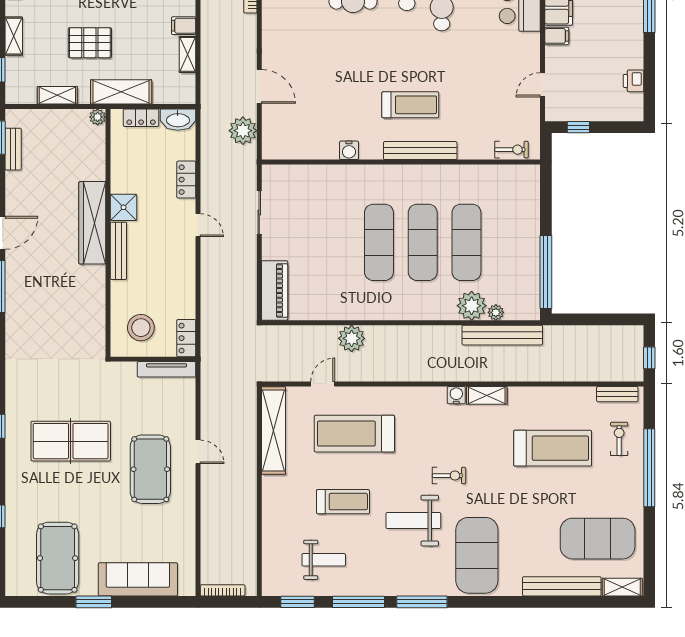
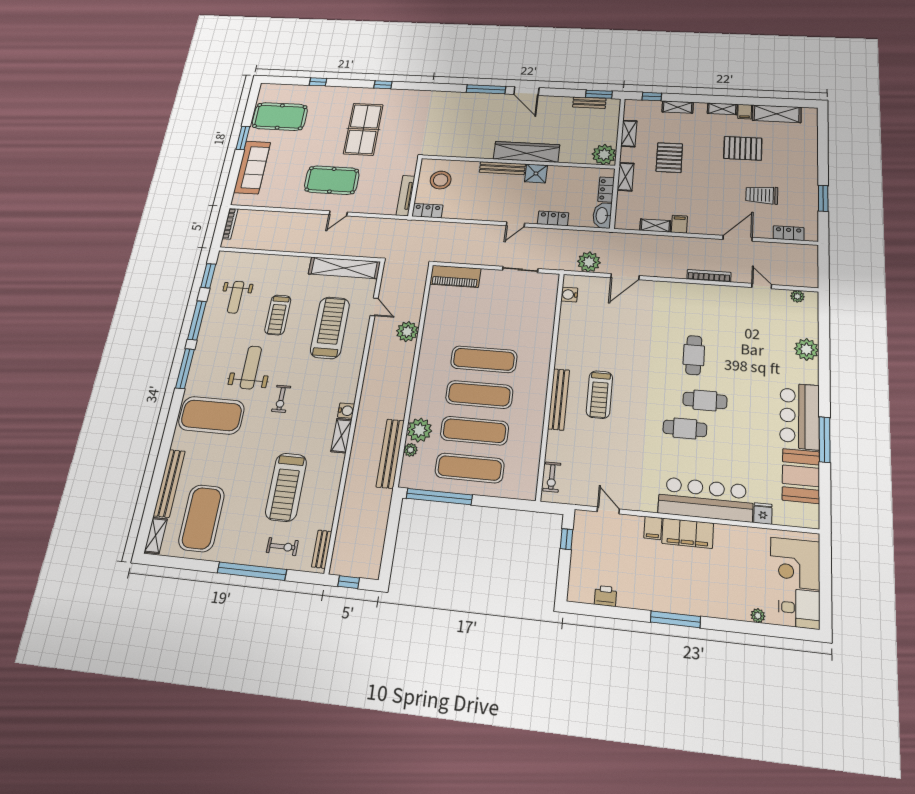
shelving: (121, 92) -> (626, 177), width x0.67, depth x0.75
plant: (98, 117) -> (604, 155), width x1.88, depth x1.88
water cooler: (349, 150) -> (569, 295), moved
exercise mat: (510, 242) -> (470, 468), added

